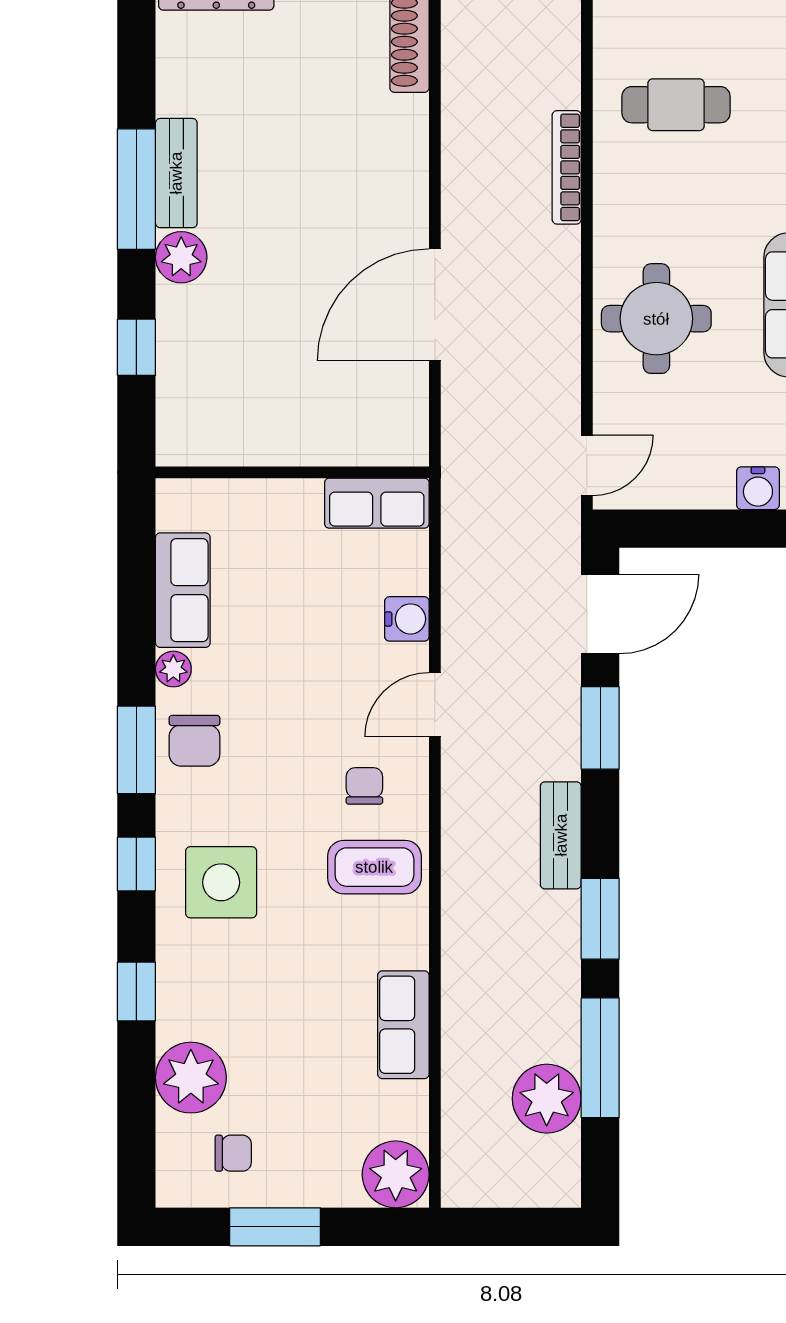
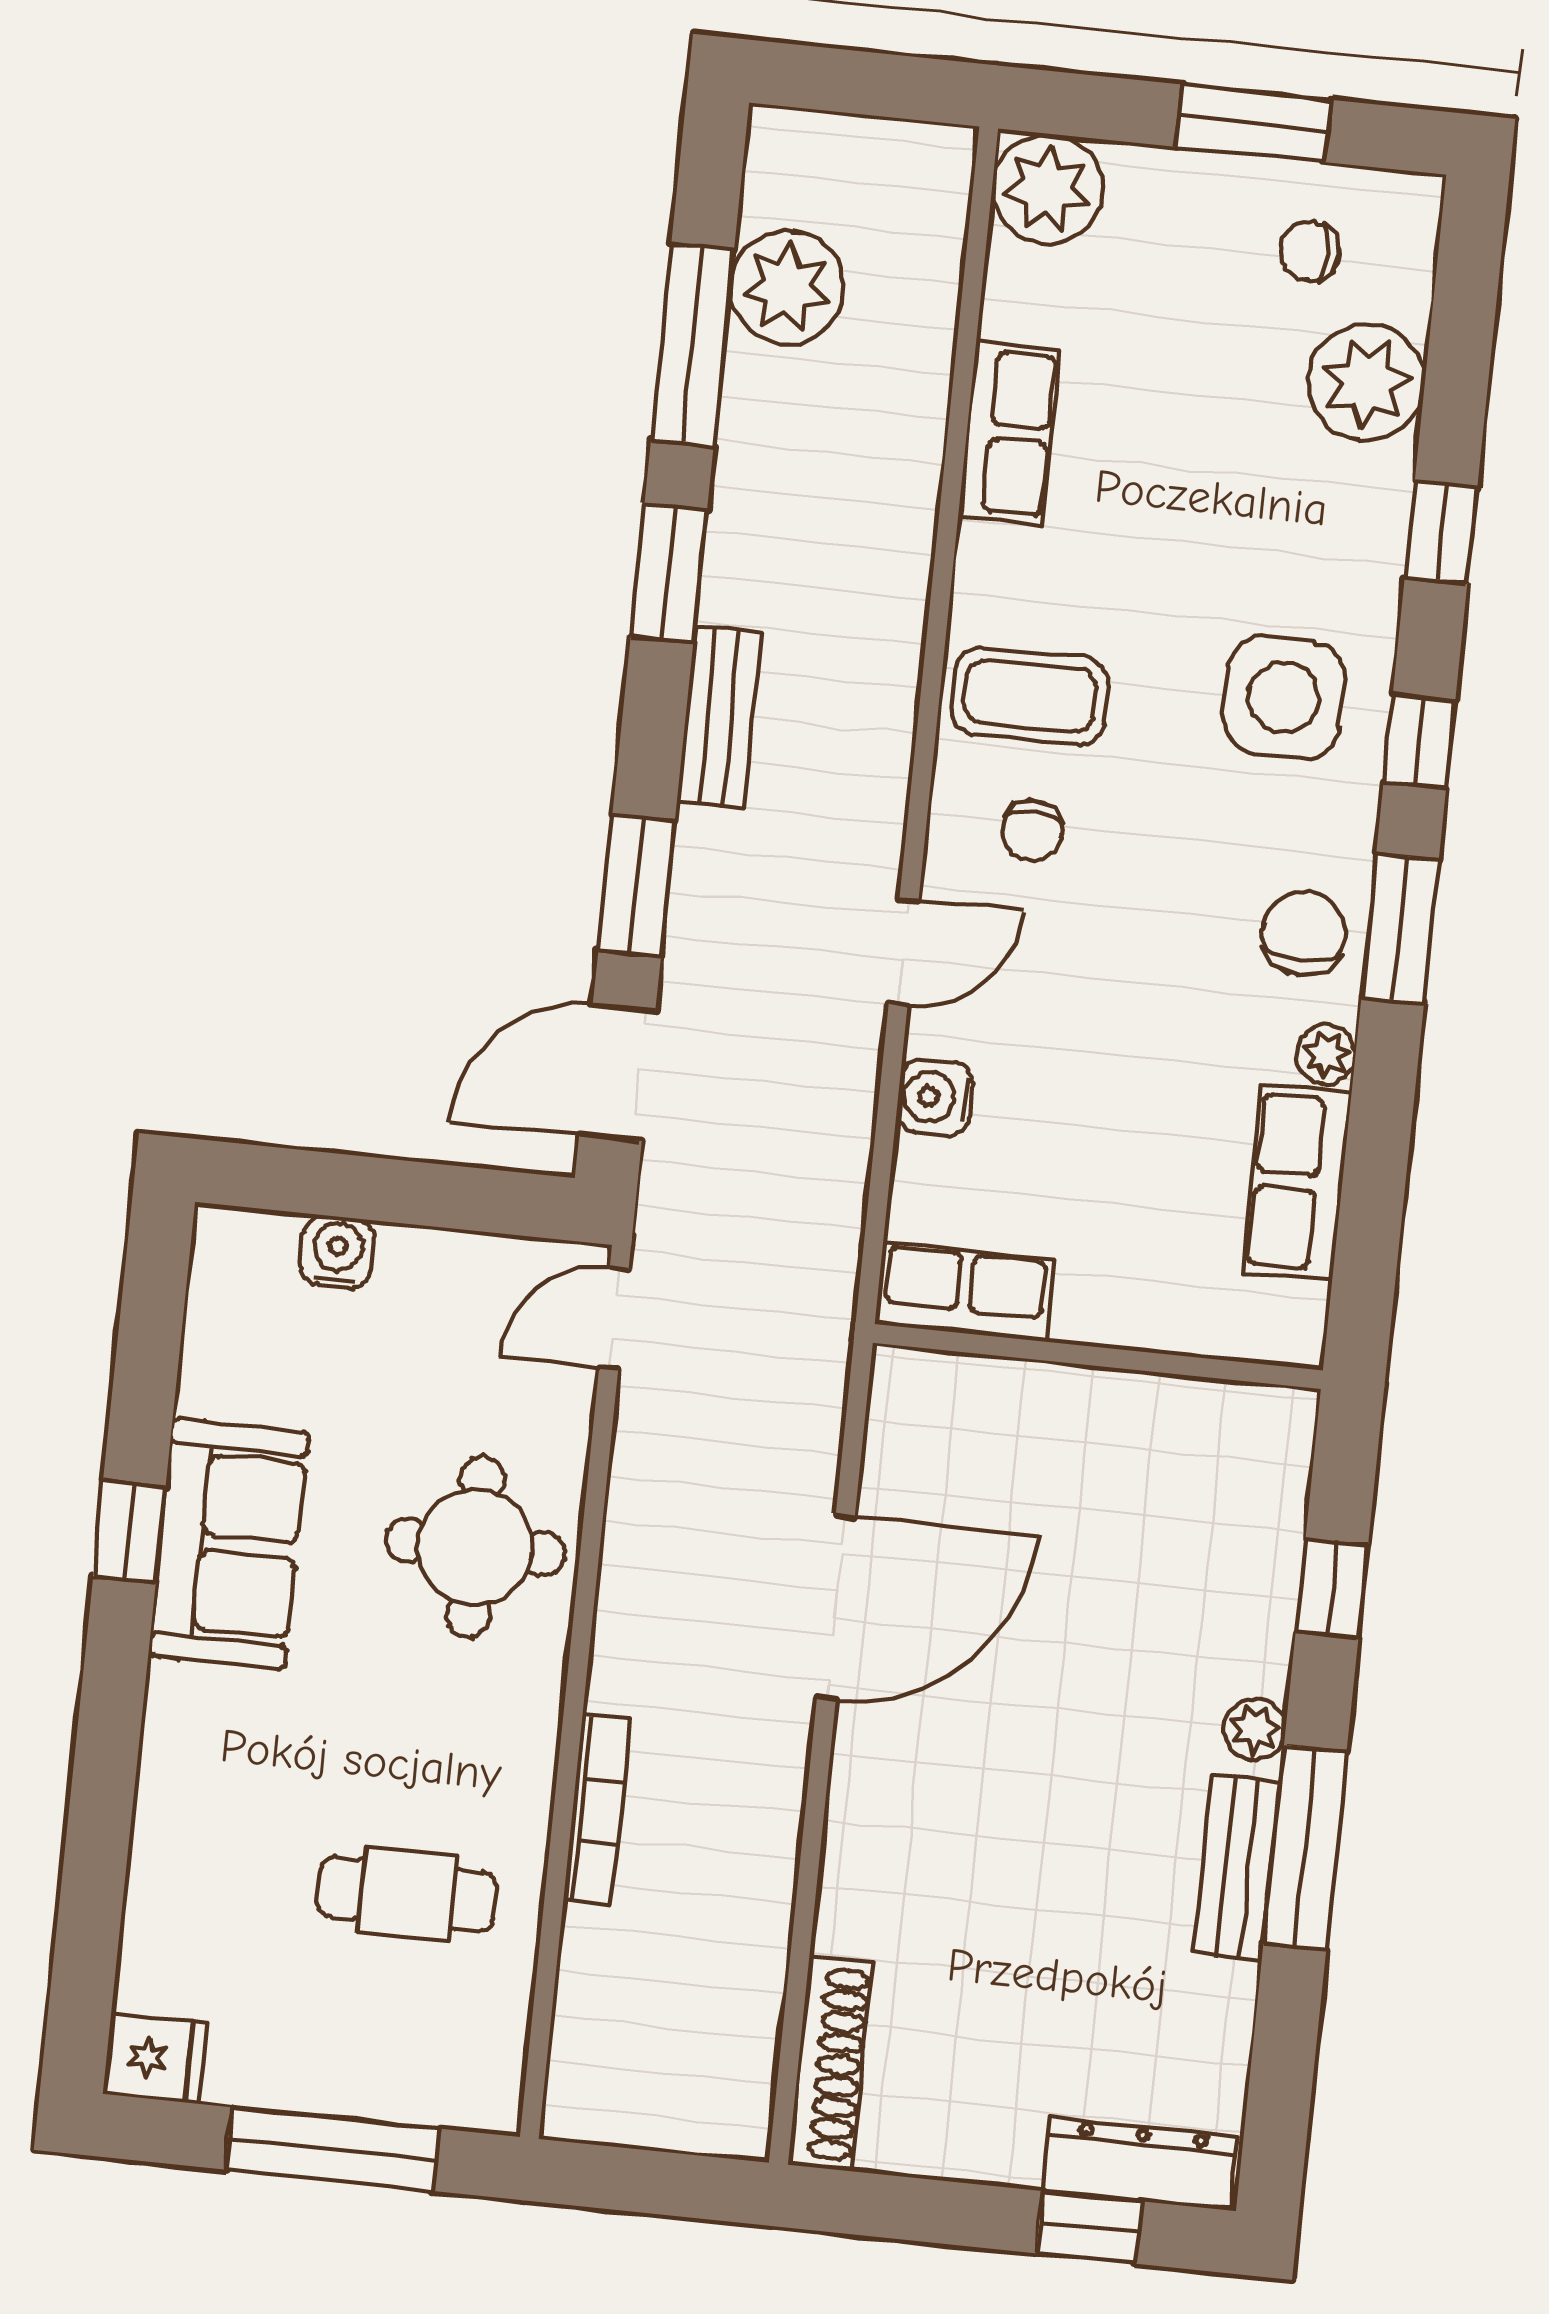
plant: (181, 257) -> (1255, 1729), width x0.73, depth x0.73

